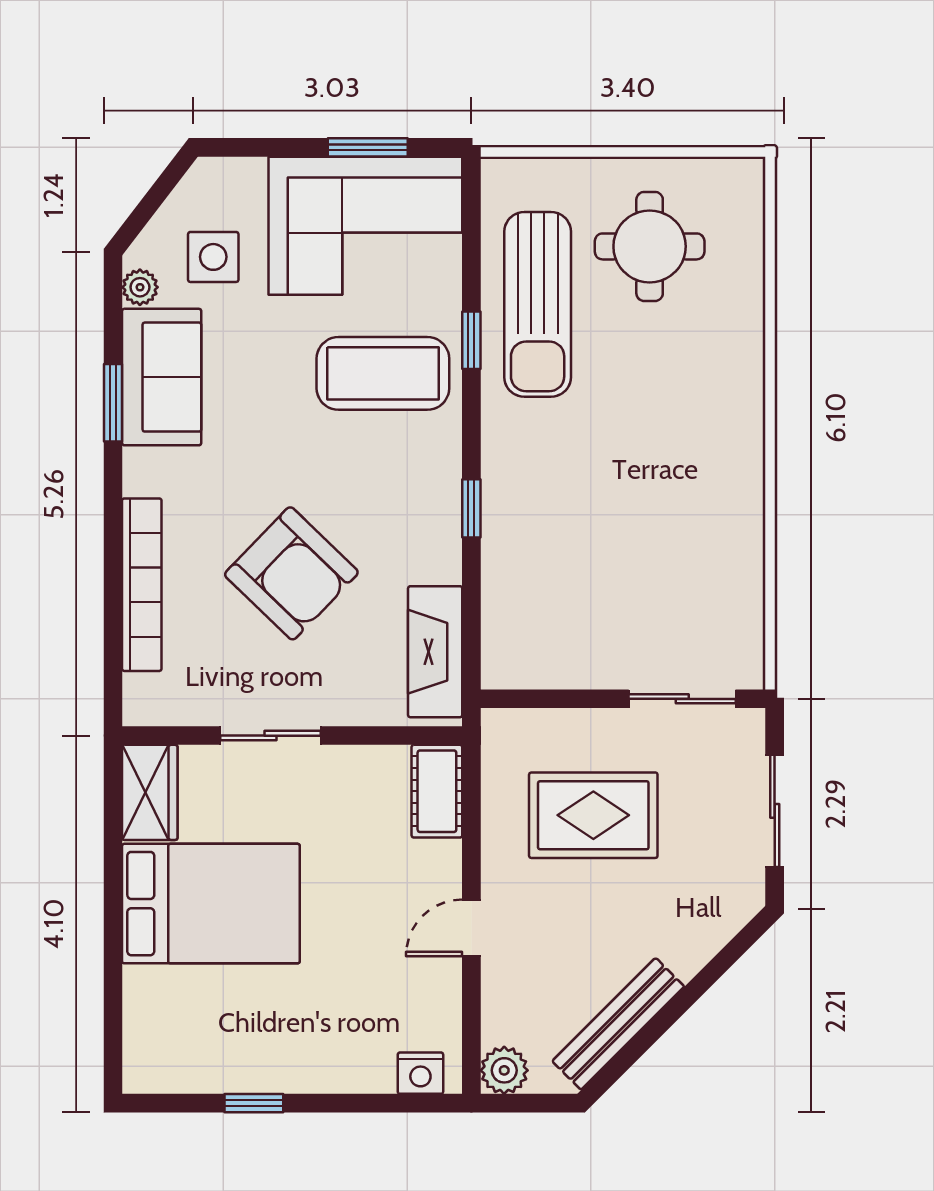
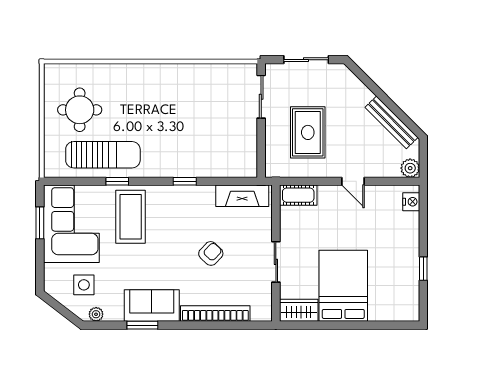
sofa: (162, 377) -> (152, 306), moved
armchair: (291, 573) -> (211, 253), width x0.53, depth x0.53

